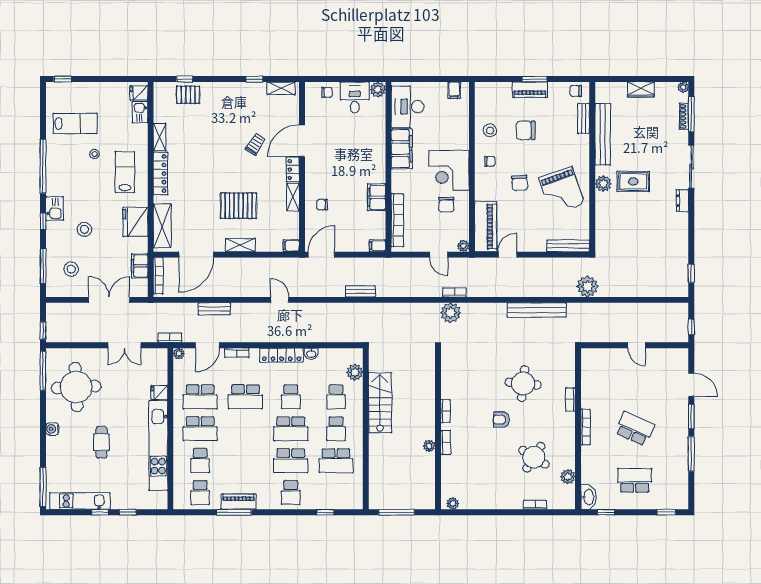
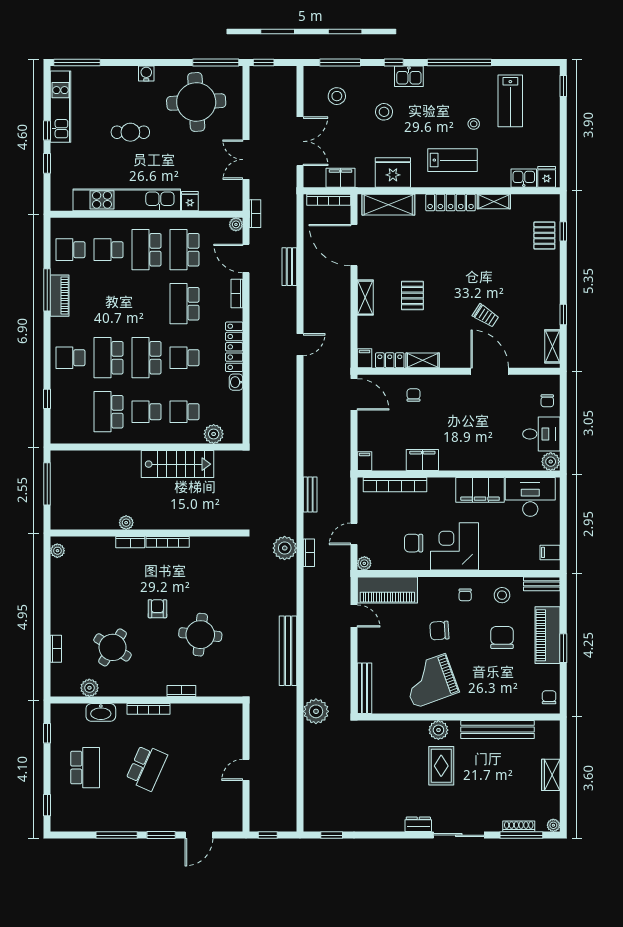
piano: (530, 90) -> (547, 635), width x1.37, depth x1.33
bench: (584, 118) -> (542, 584), moved
locker: (293, 170) -> (390, 360), moved
pallet: (239, 206) -> (412, 296), width x0.67, depth x0.71
bench: (360, 291) -> (310, 495), moved
bookcase: (445, 411) -> (168, 542), width x1.56
washbasin: (588, 497) -> (101, 712), moved

